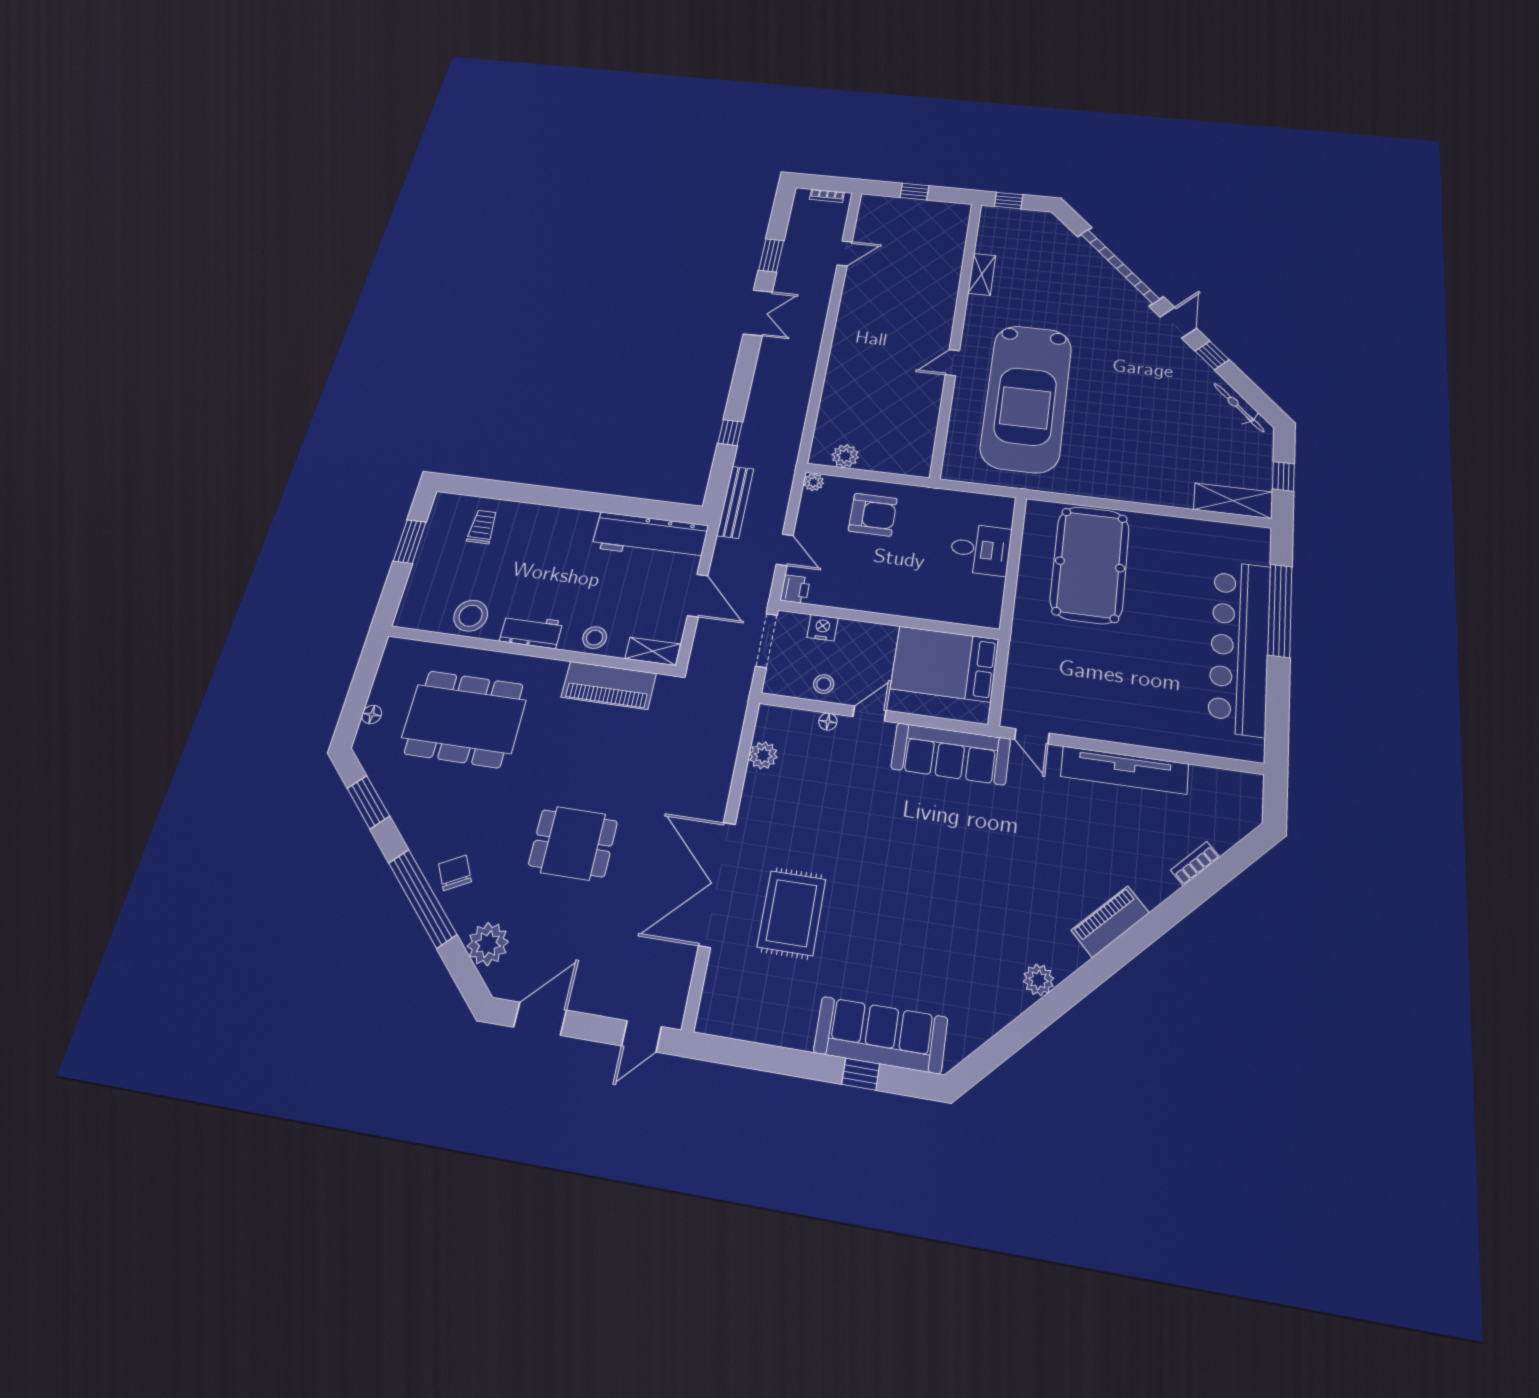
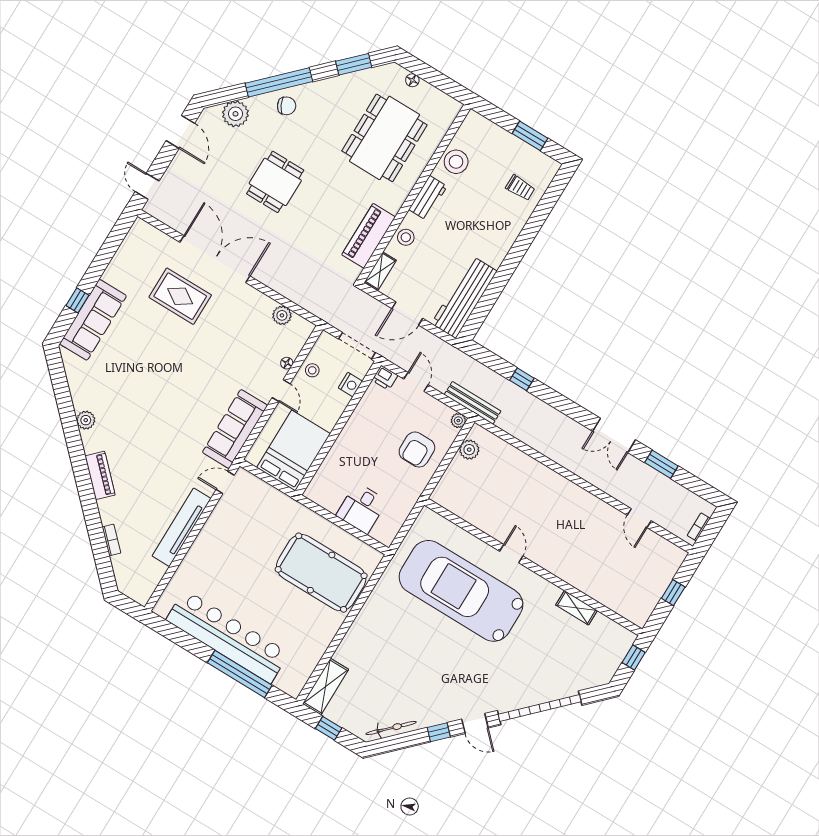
bench: (735, 502) -> (473, 403), moved
door: (785, 550) -> (416, 382), swing flipped

